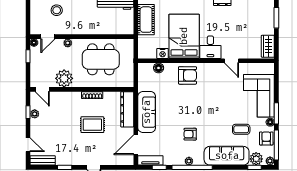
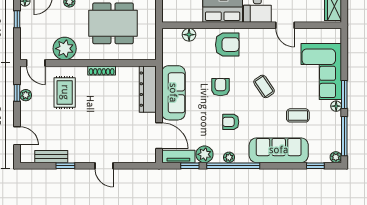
nightstand: (163, 53) -> (194, 16), removed
coffee table: (215, 107) -> (264, 86), added
rug: (92, 125) -> (65, 92), moved, turned 90
armchair: (266, 138) -> (220, 87), moved
door: (136, 145) -> (159, 136), swing flipped
plant: (256, 159) -> (204, 154), moved
bench: (43, 160) -> (51, 157), moved

